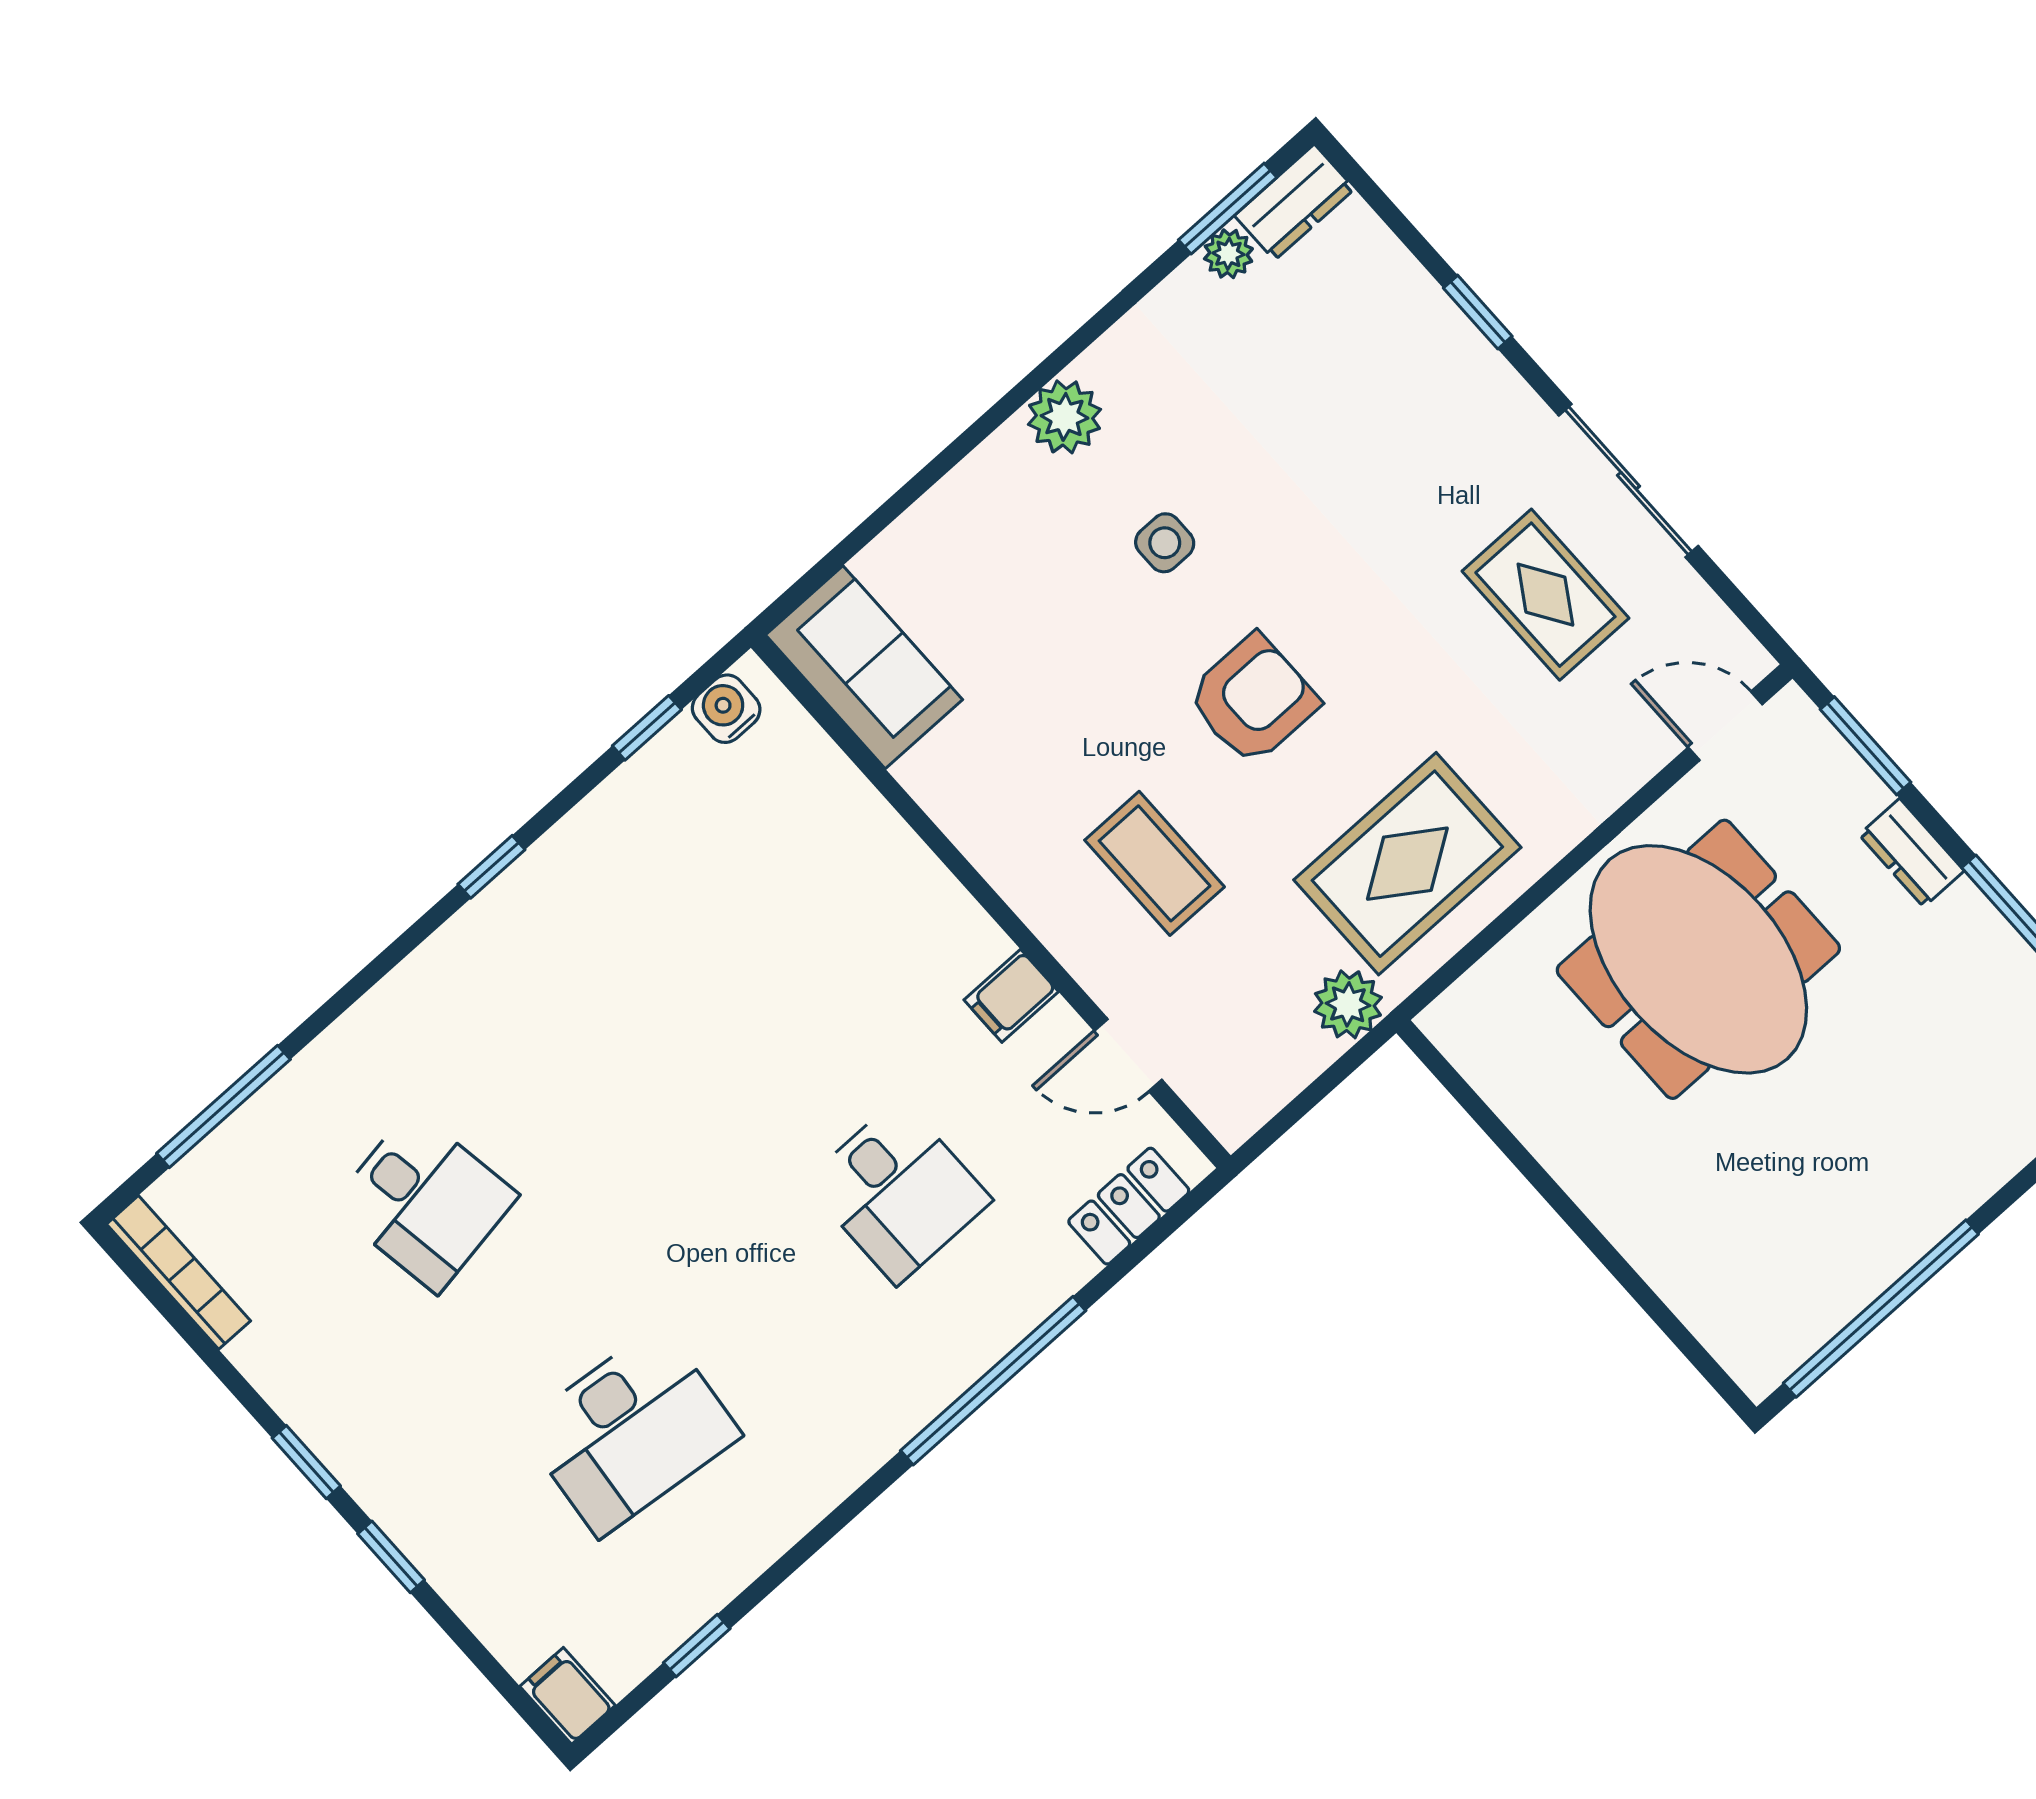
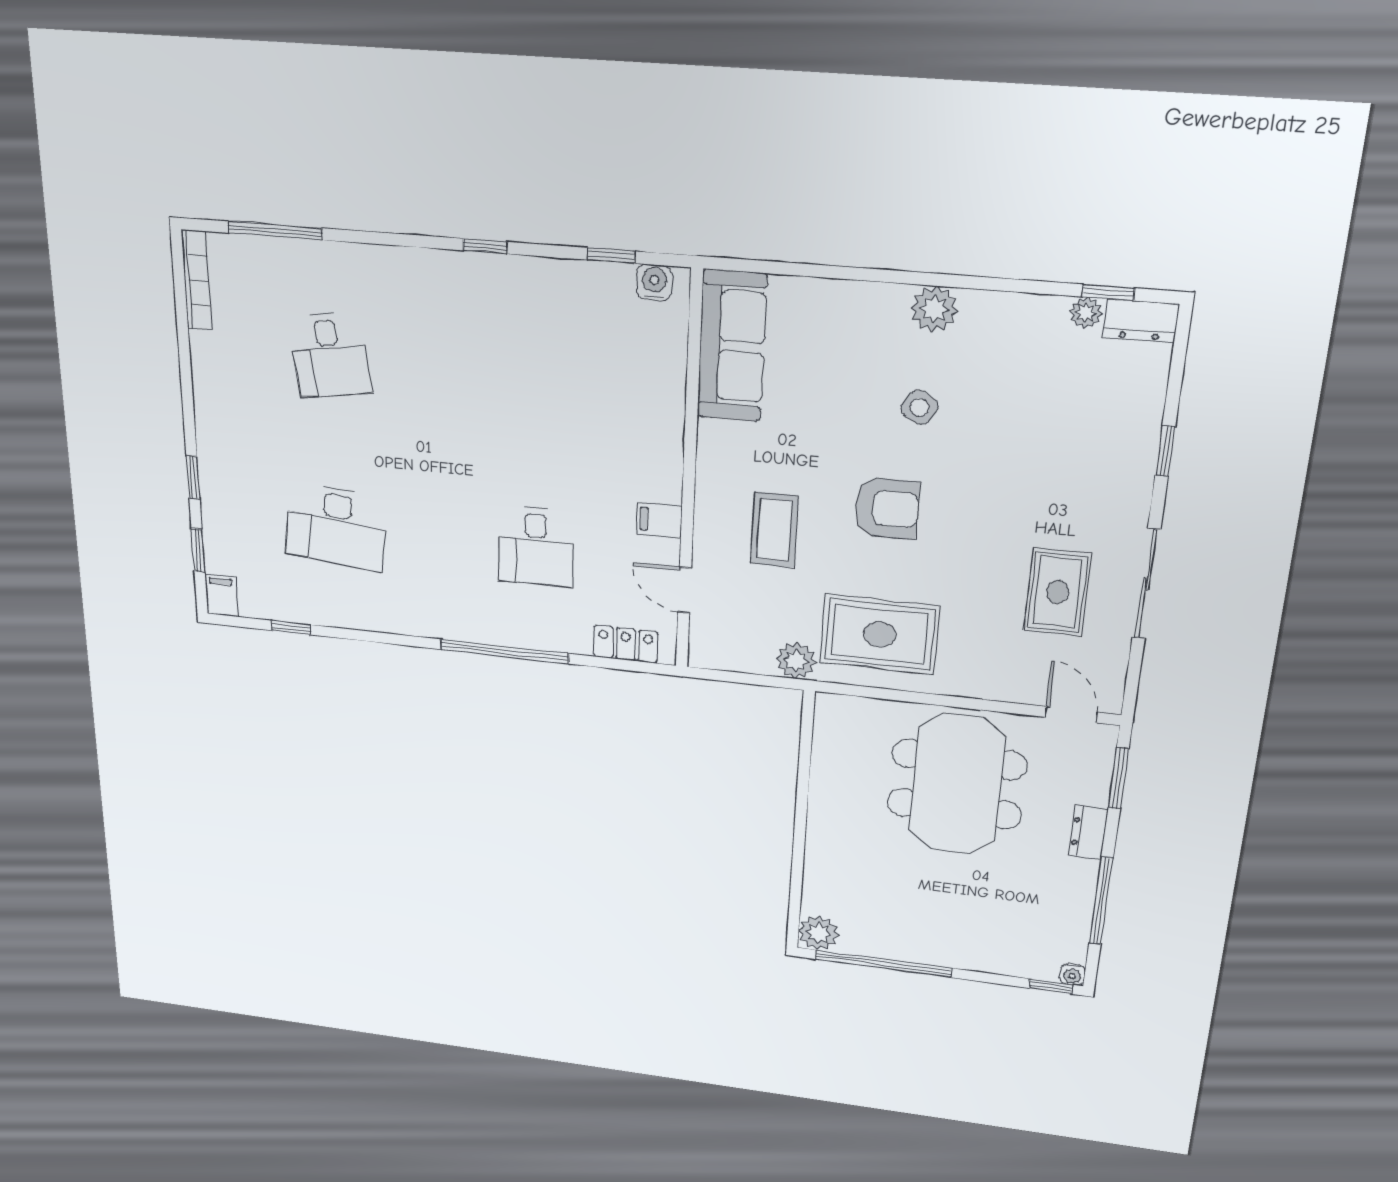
window: (1228, 209) -> (1108, 292), width x0.67
side table: (1165, 543) -> (920, 407), turned 31
sofa: (864, 667) -> (732, 346), width x1.36
plant: (1759, 1355) -> (818, 933), added
window: (306, 1462) -> (198, 551), moved

